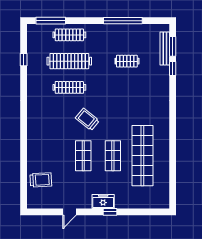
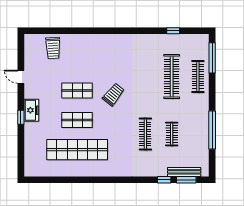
clothes rail: (69, 87) -> (145, 134), moved

